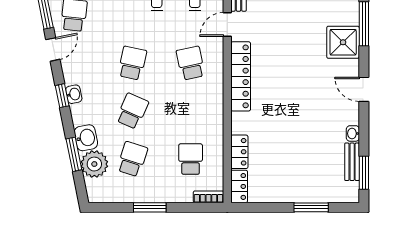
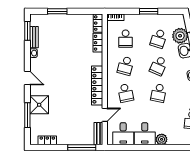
school desk: (191, 111) -> (126, 66), added

